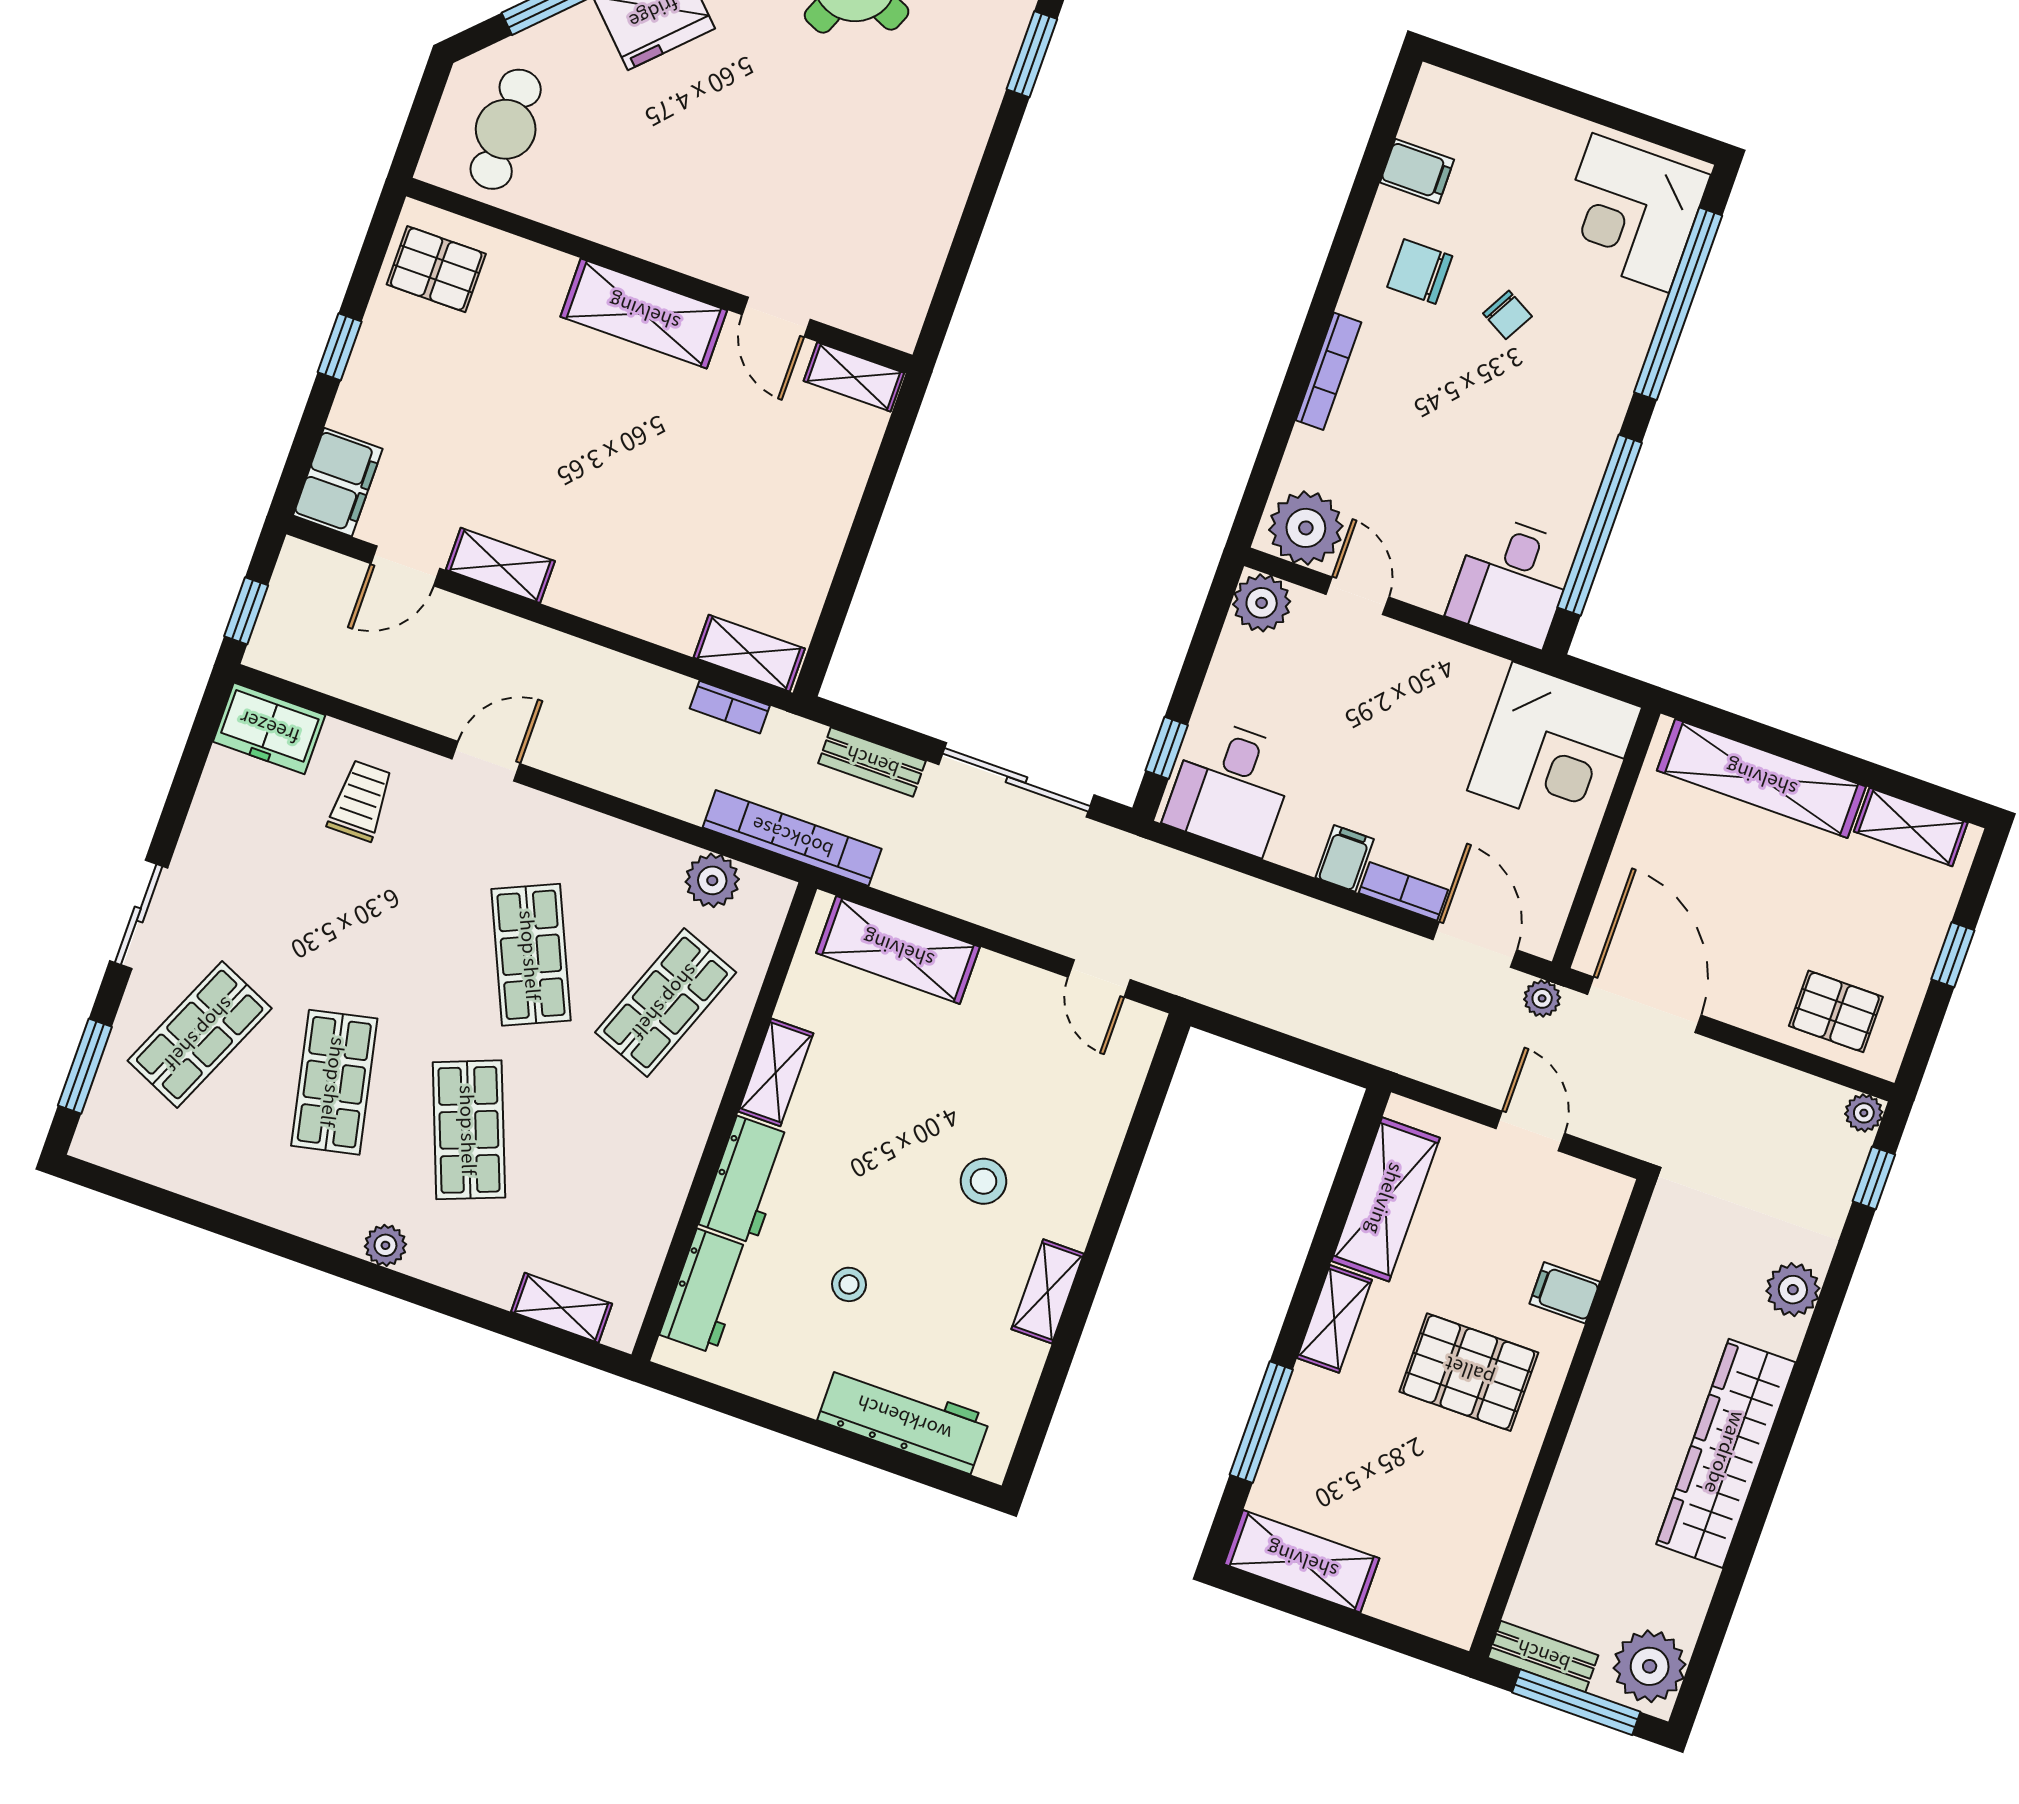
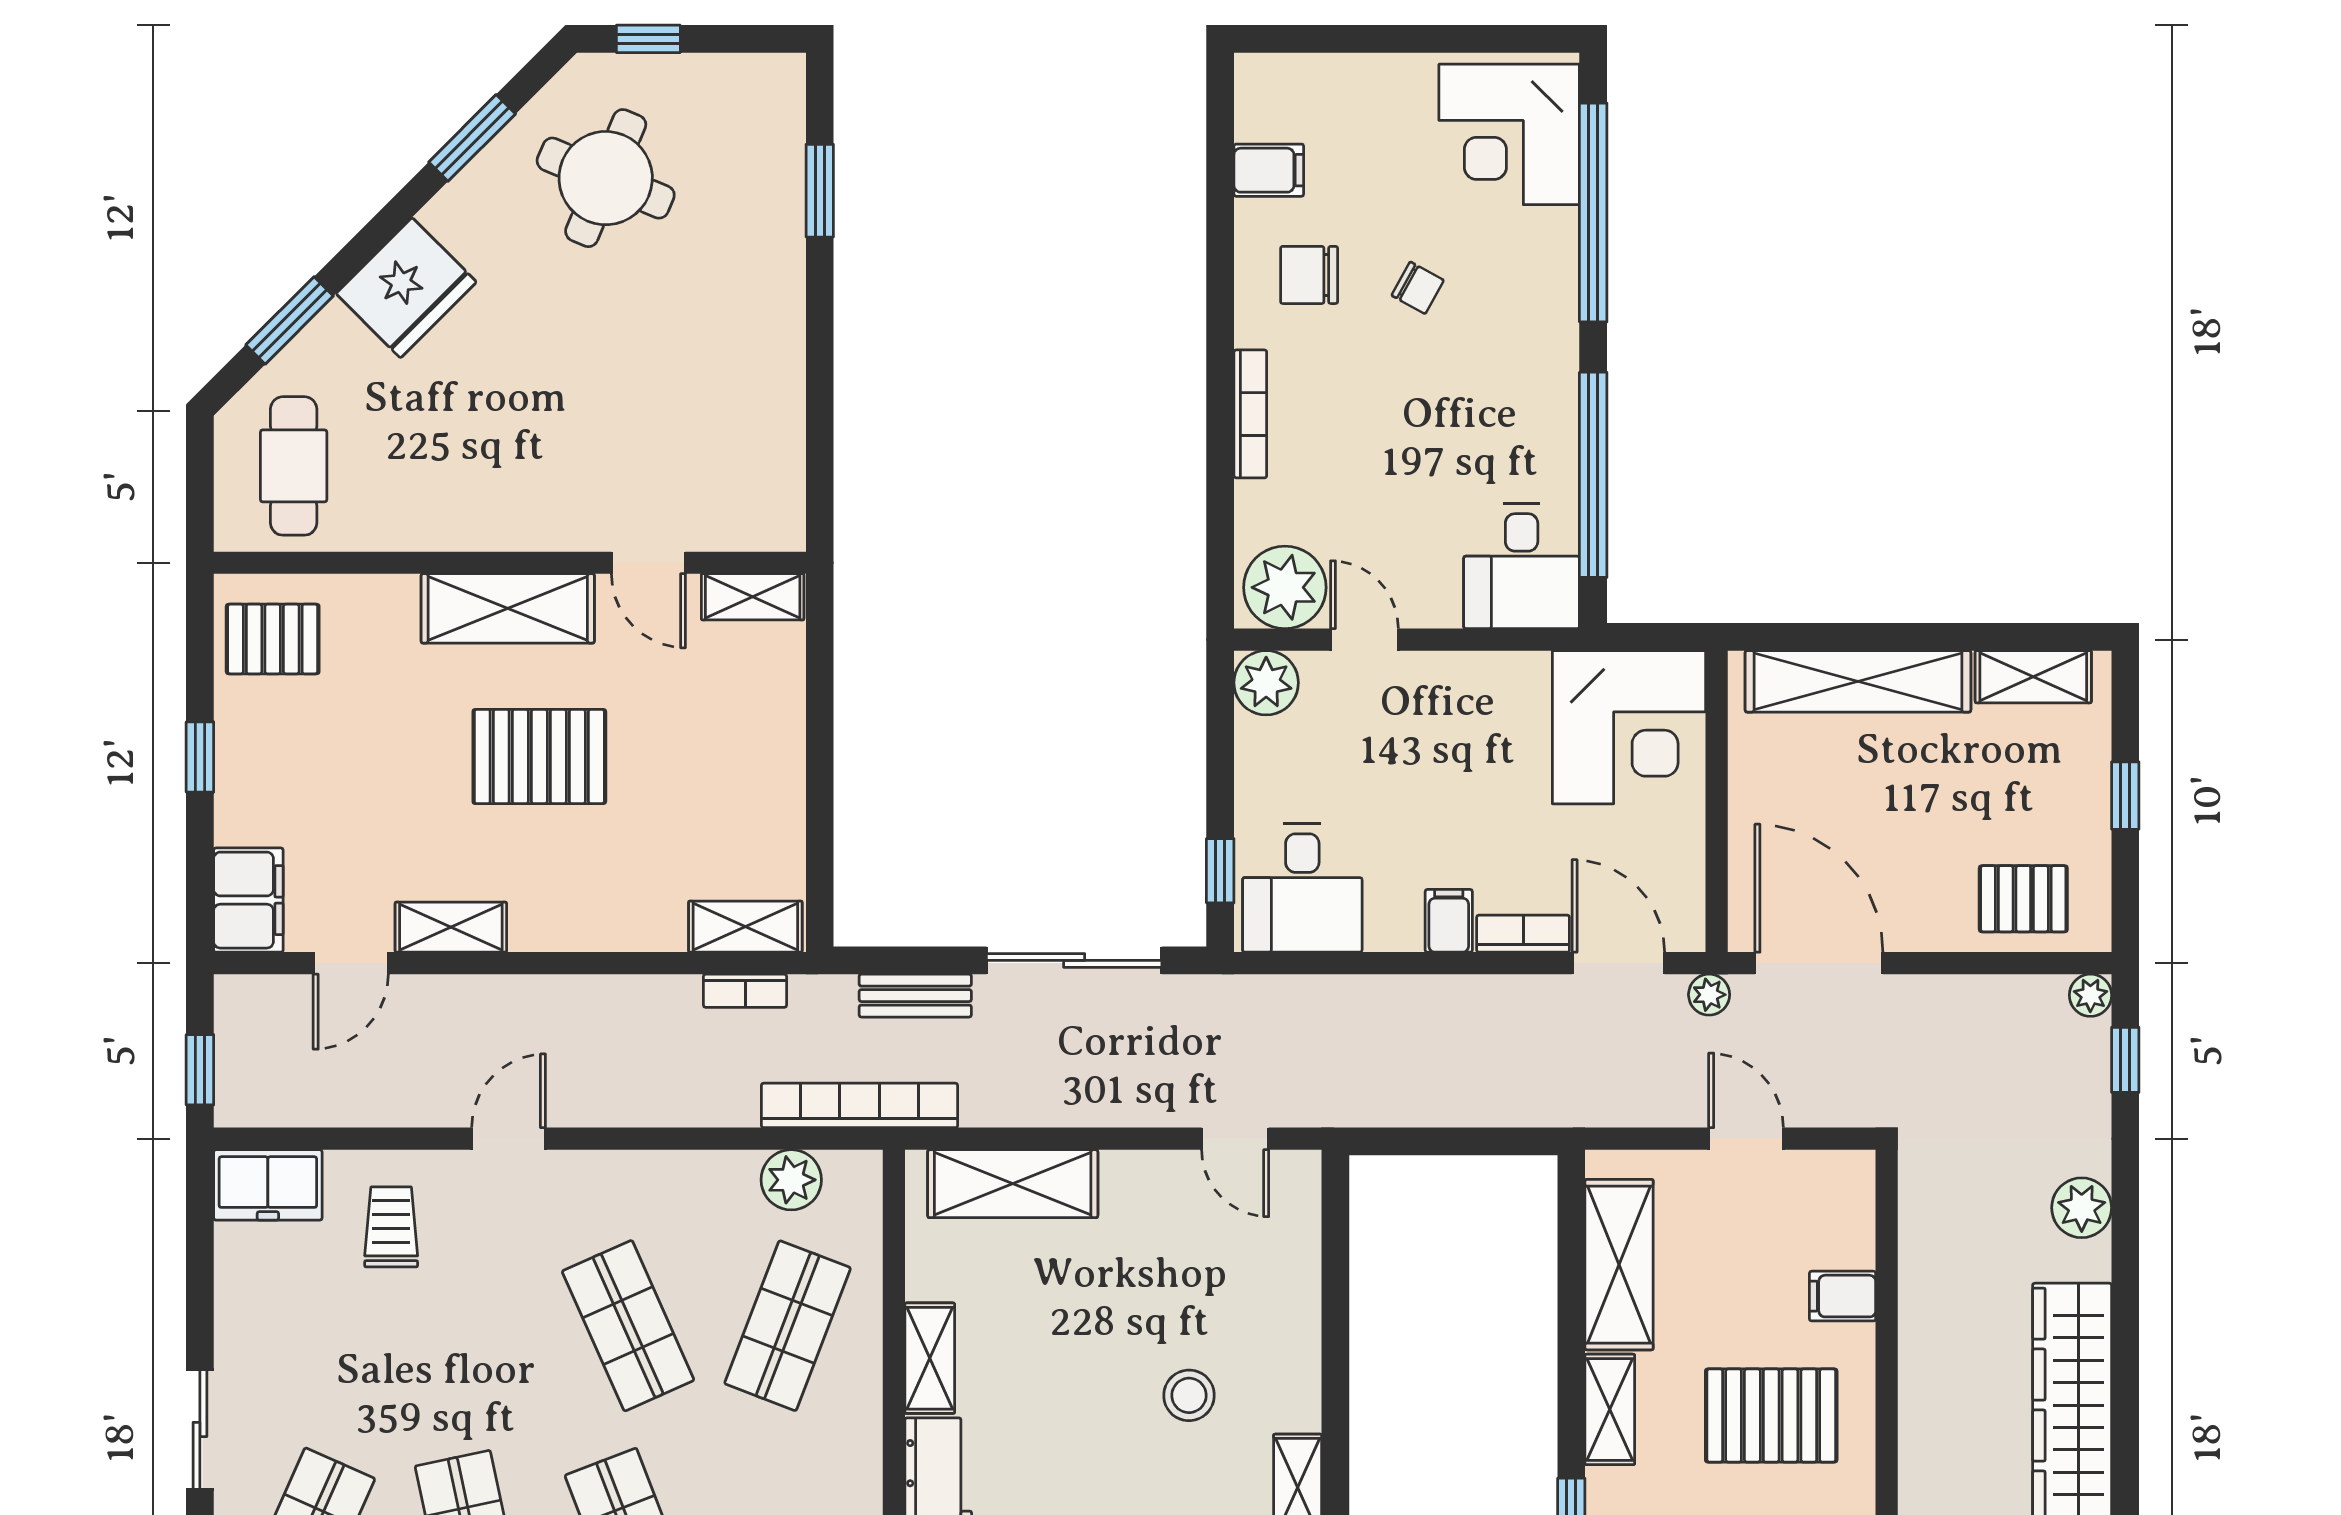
pallet: (626, 448) -> (539, 757), added

